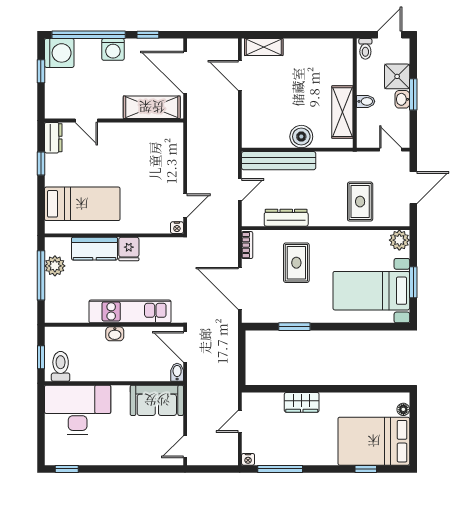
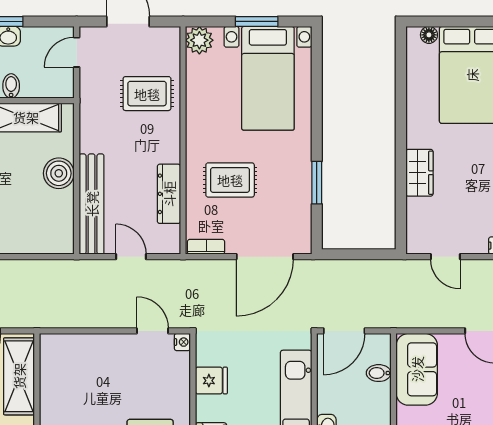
fridge: (129, 249) -> (211, 381), moved
bidet: (177, 372) -> (379, 373), moved

